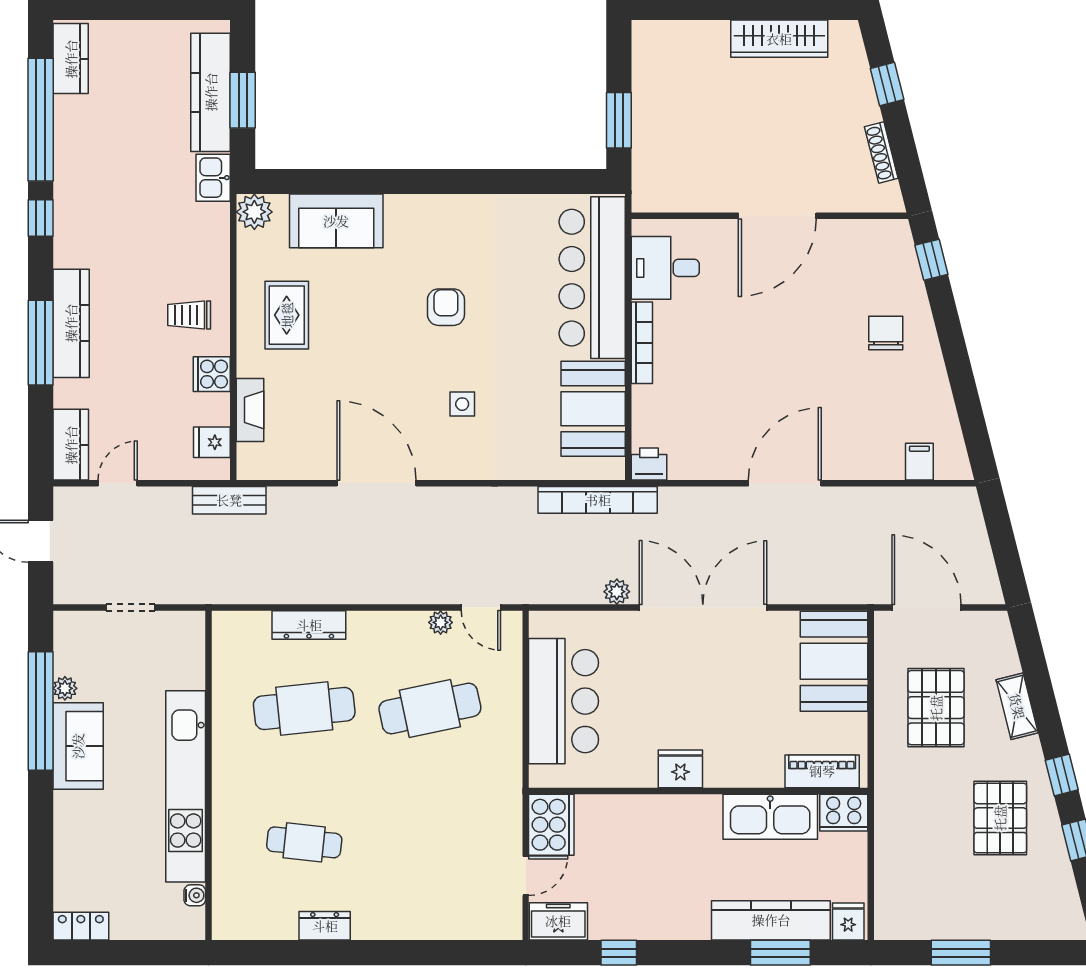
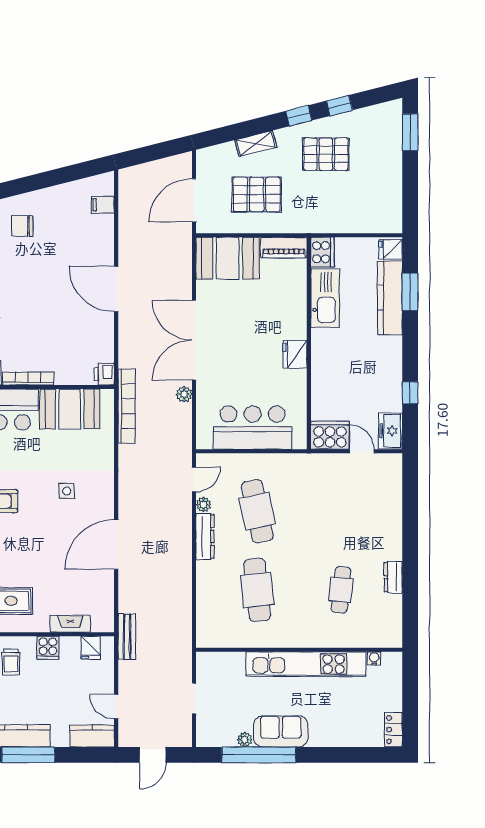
dresser: (309, 625) -> (205, 537), moved
piano: (822, 771) -> (284, 248), moved, turned -90
window: (961, 953) -> (410, 132), moved

